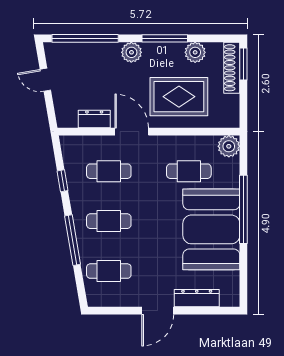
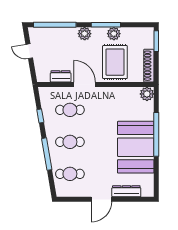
plant: (195, 52) -> (114, 34), moved
shoe rack: (232, 68) -> (149, 66), moved
rug: (179, 97) -> (115, 62), turned 90
cafe table: (189, 171) -> (121, 110), removed

